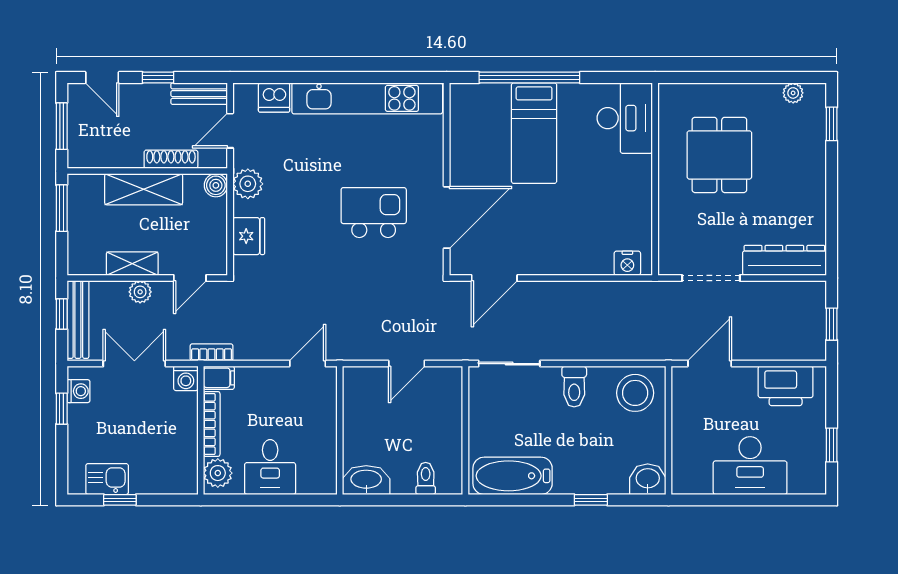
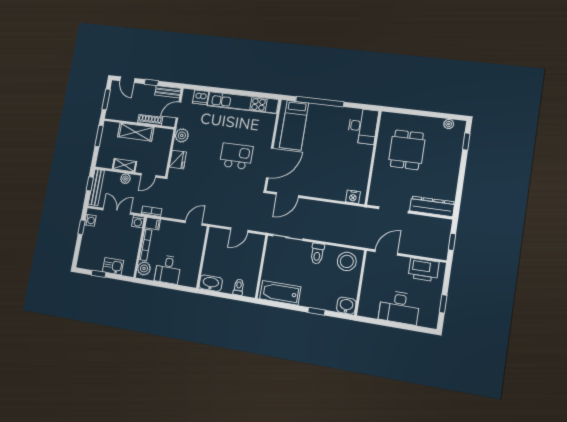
bed: (534, 133) -> (294, 125), moved
boiler: (216, 185) -> (168, 134), removed
kitchen sink: (107, 479) -> (113, 266), moved

